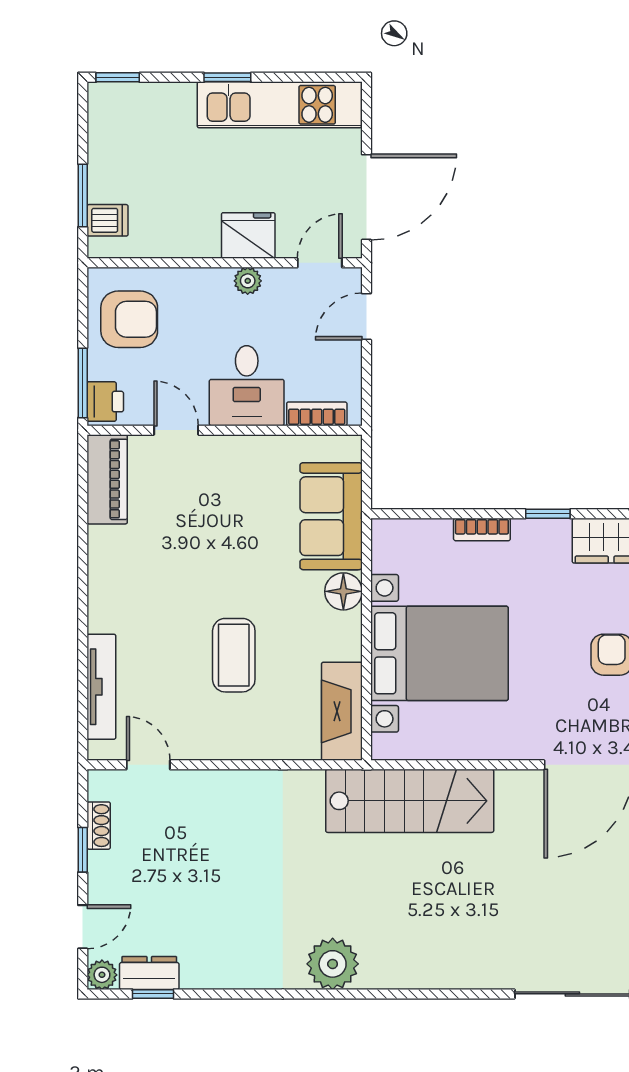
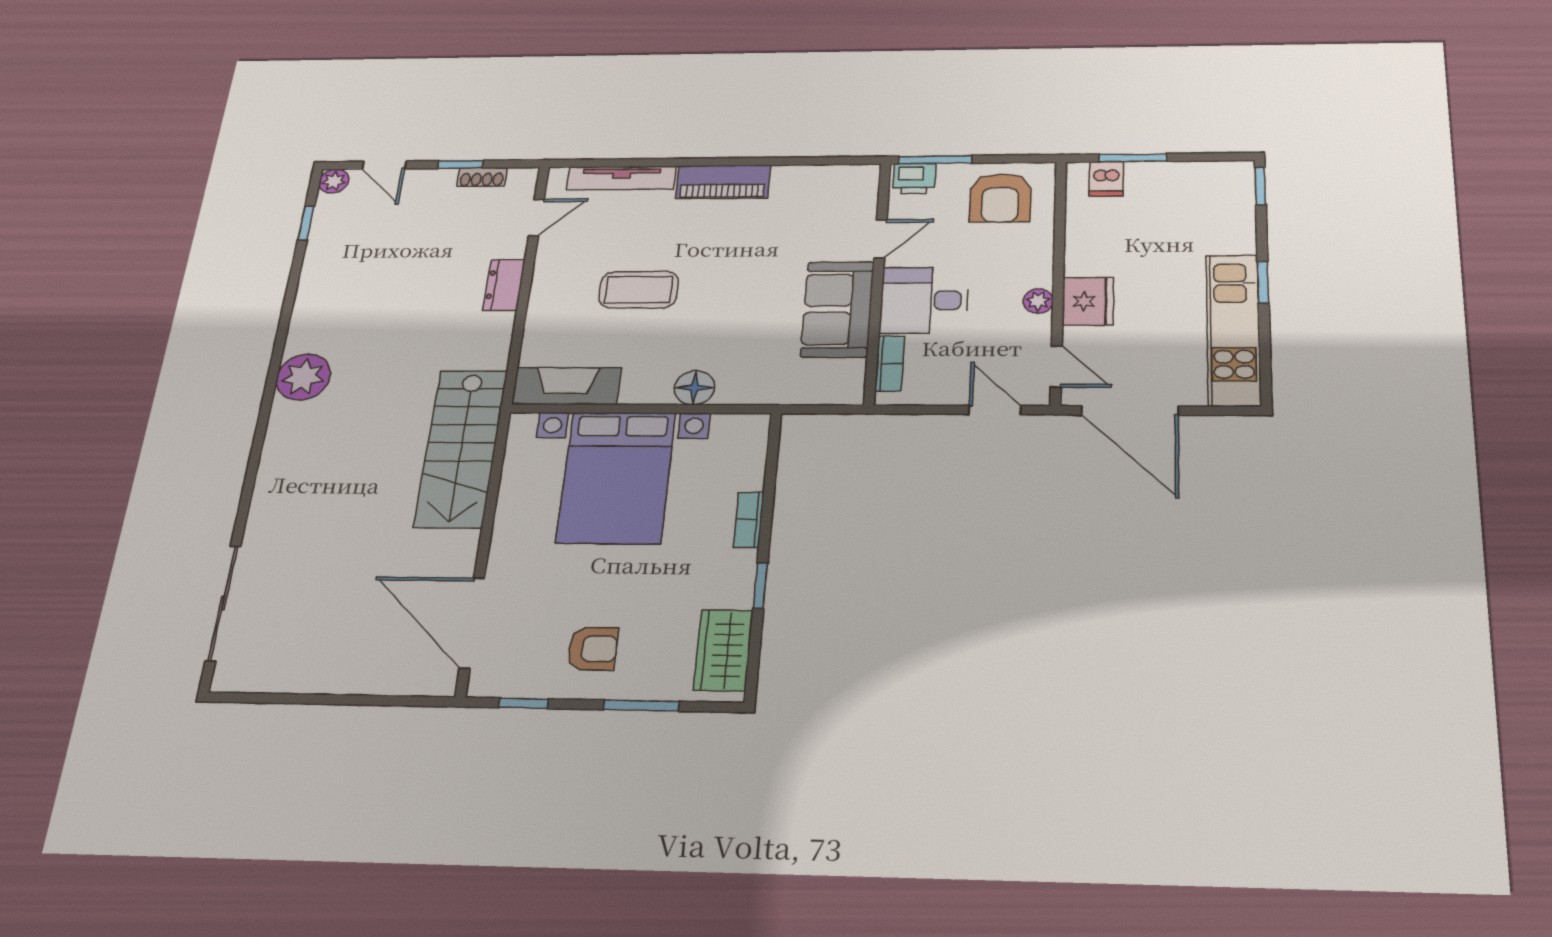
piano: (107, 479) -> (723, 182), moved
sofa: (331, 516) -> (838, 309), moved, turned -90
dresser: (149, 973) -> (504, 285), moved, turned 180

